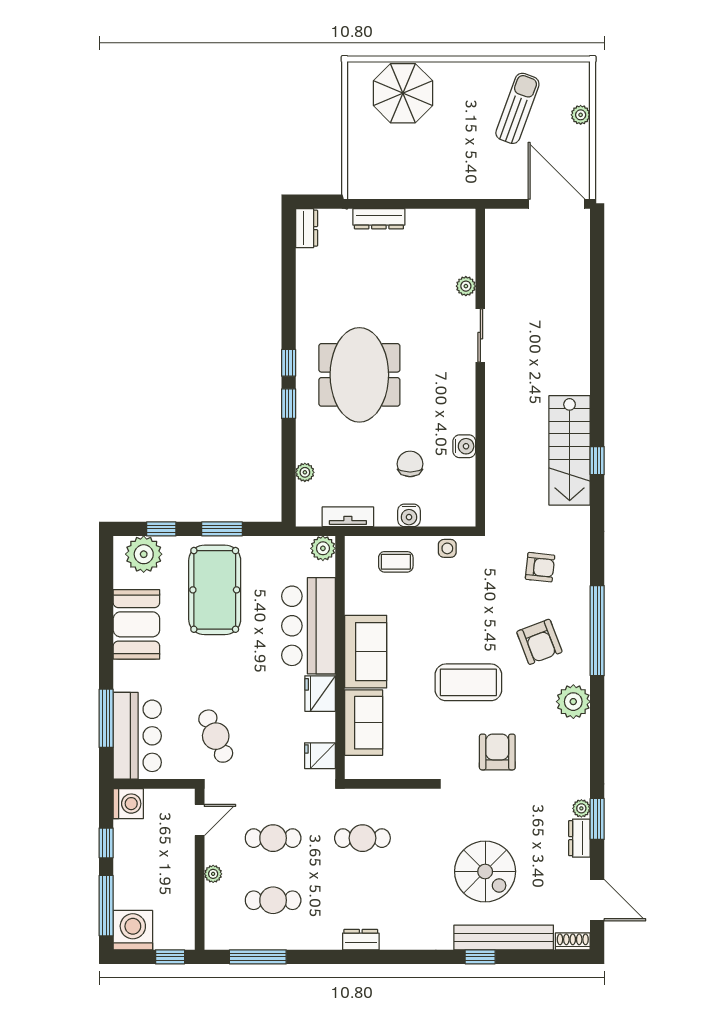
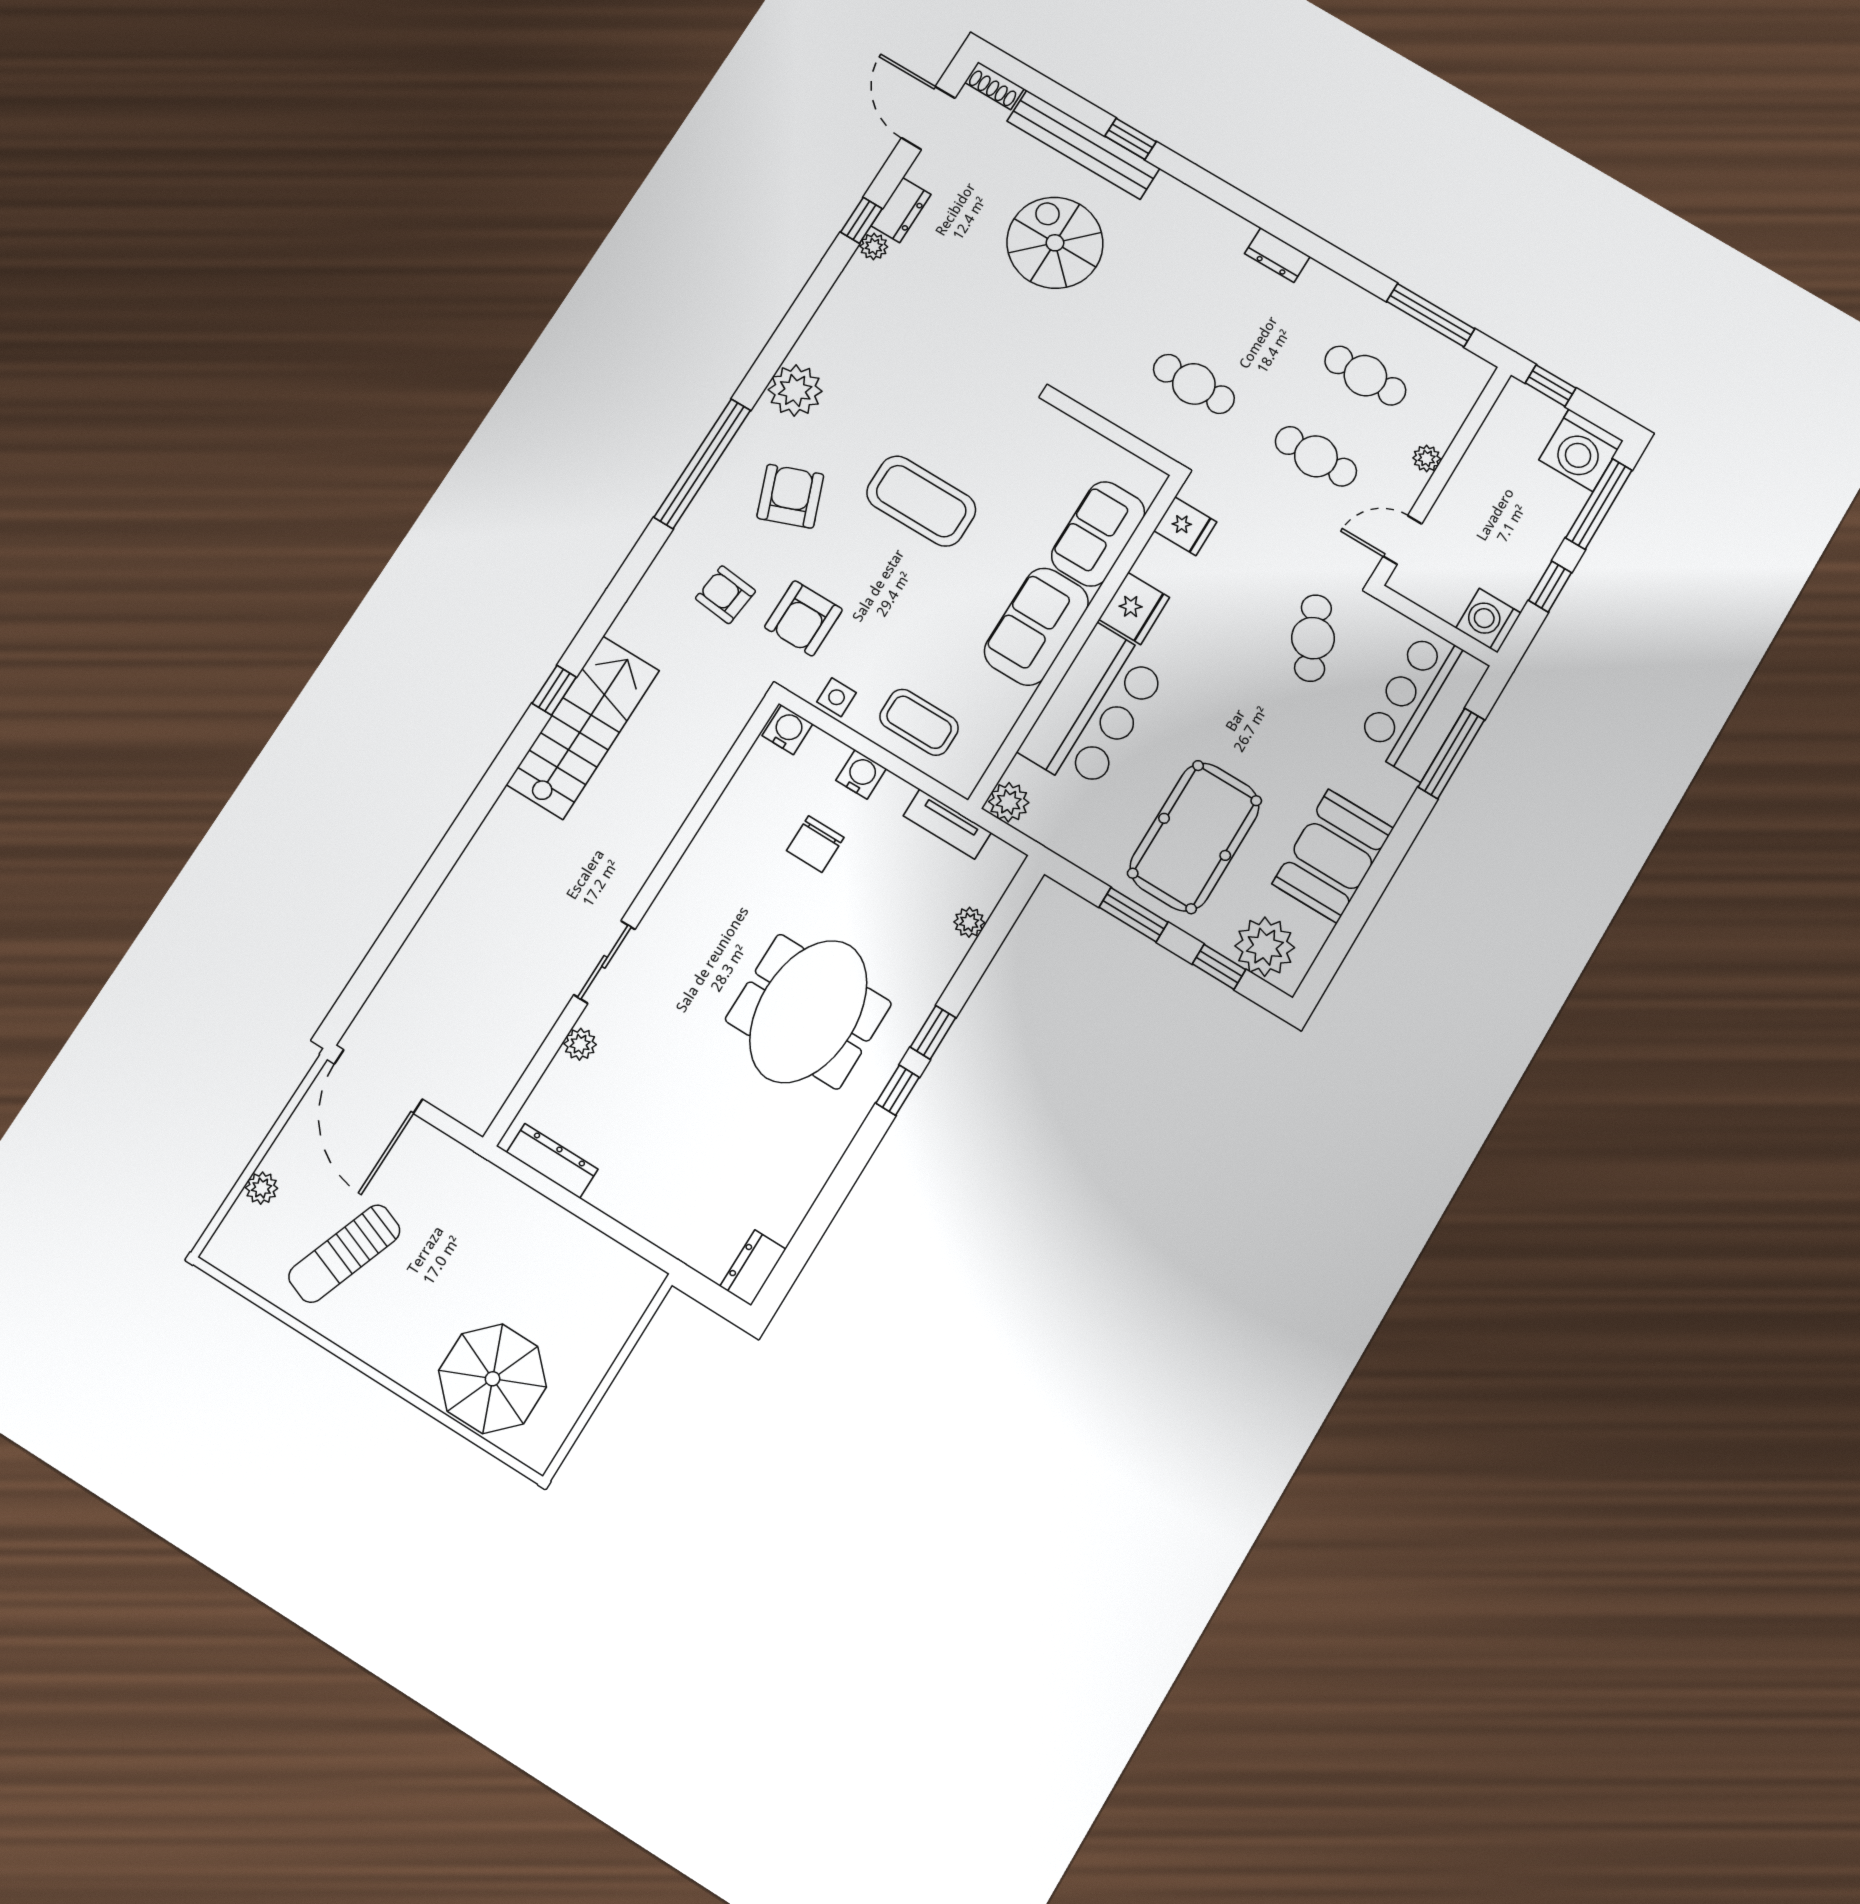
dresser: (379, 219) -> (552, 1161), moved
water cooler: (464, 446) -> (787, 730), moved, turned 90
coffee table: (396, 562) -> (919, 722), width x1.36, depth x1.30
armchair: (497, 752) -> (803, 618), moved
window: (597, 819) -> (861, 220), width x0.67

